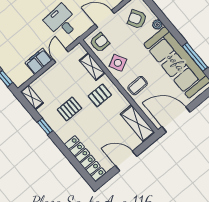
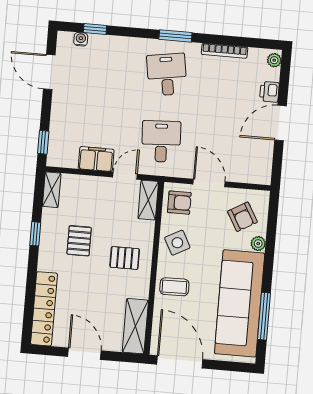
armchair: (137, 19) -> (242, 217), turned 180
shelving: (92, 67) -> (148, 200), moved
pallet: (69, 109) -> (79, 241), turned 90

